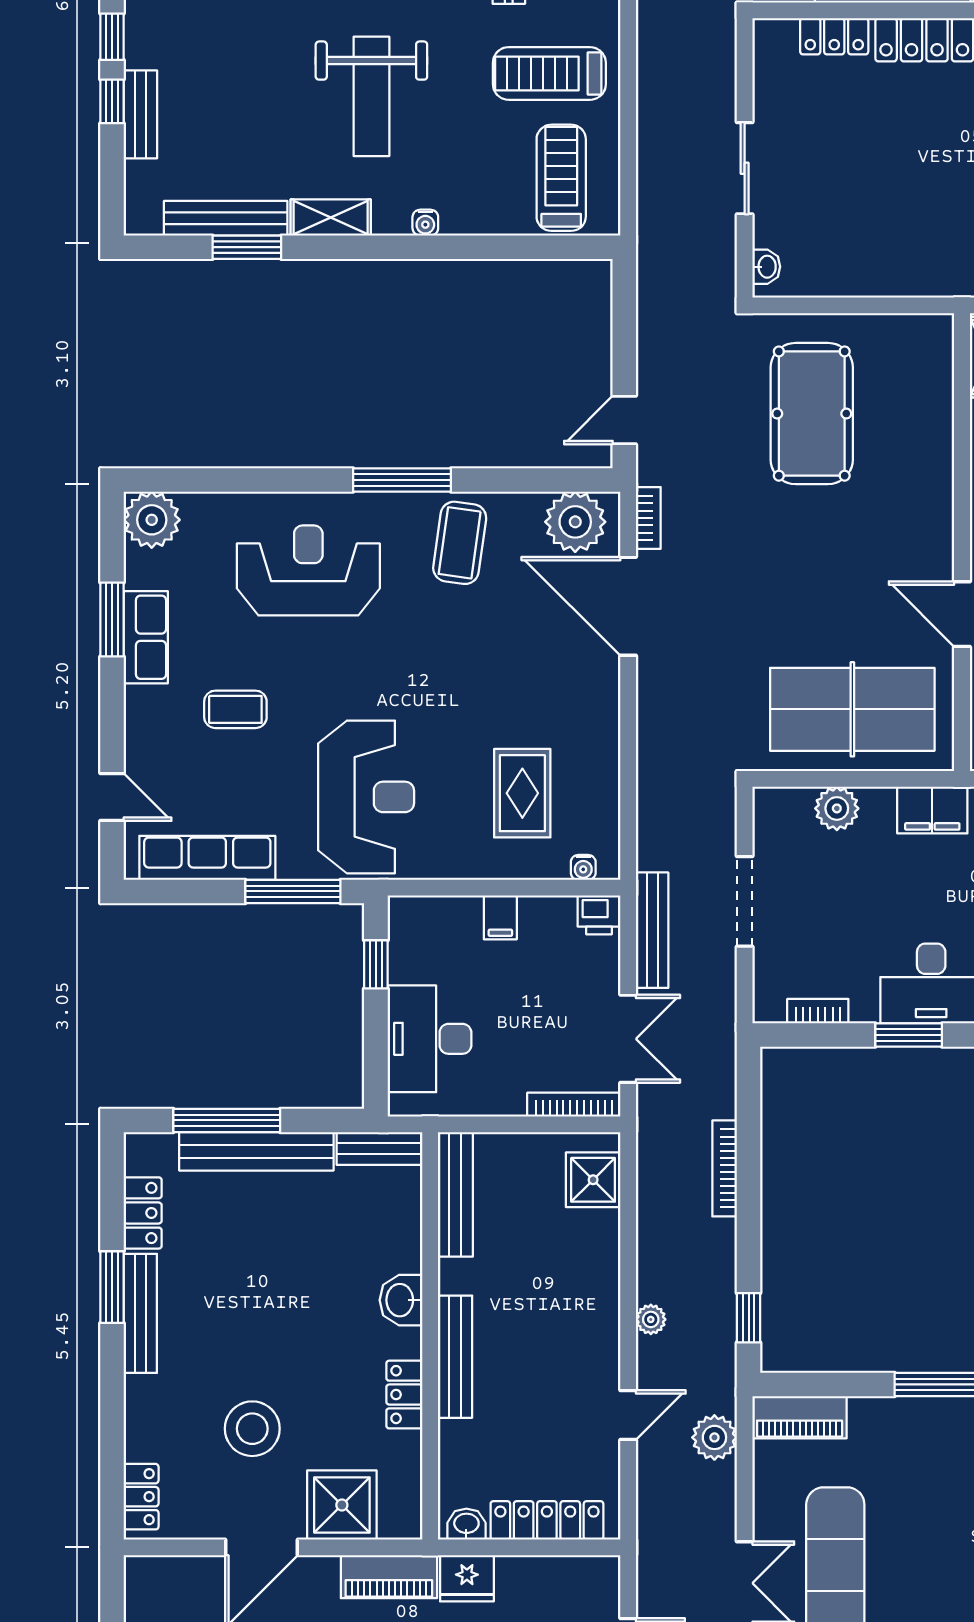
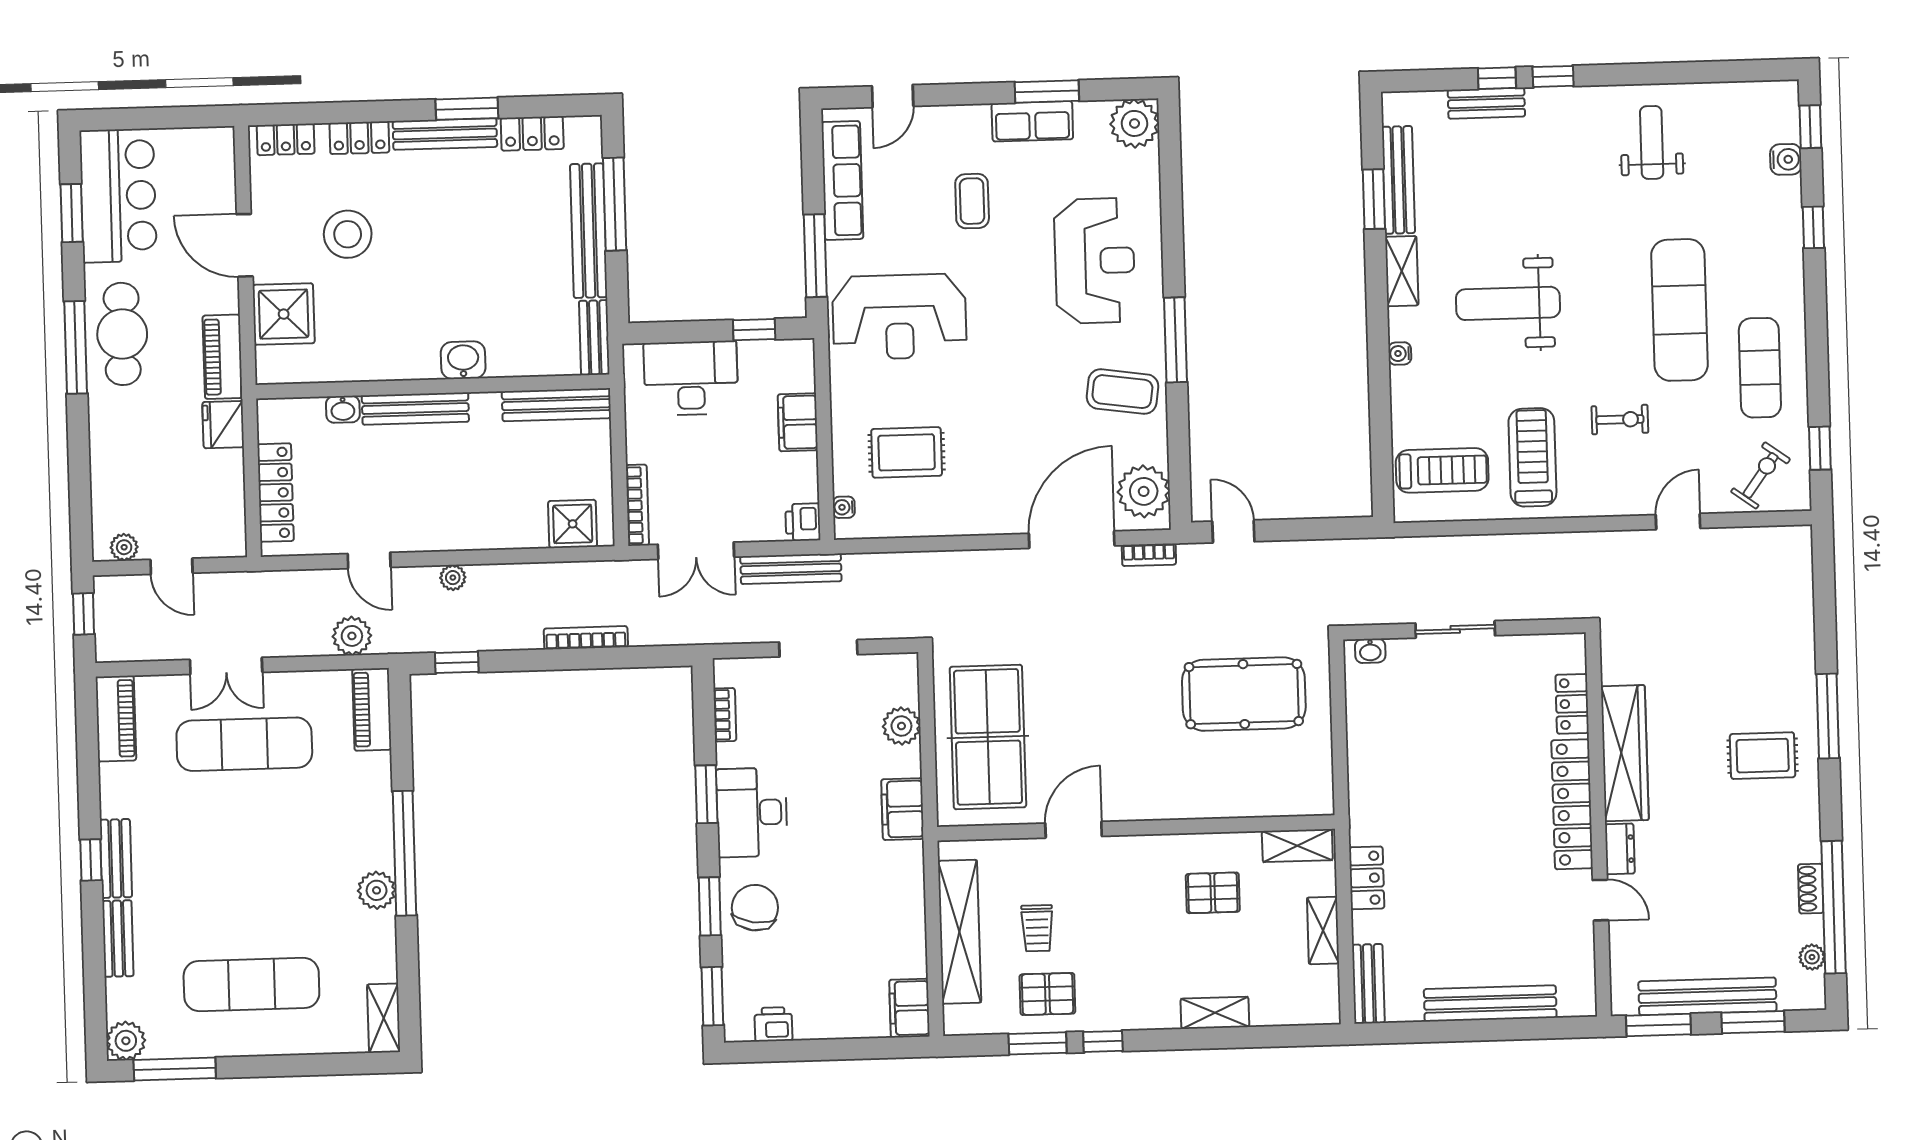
filing cabinet: (500, 917) -> (798, 422), width x2.00
locker: (404, 1395) -> (359, 138), moved, turned 180
washbasin: (466, 1524) -> (343, 409), moved, turned 90

